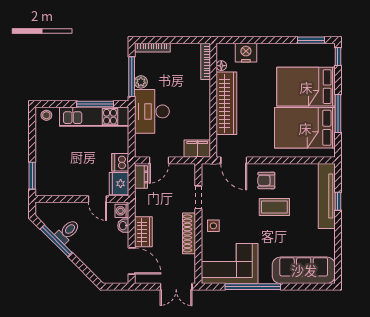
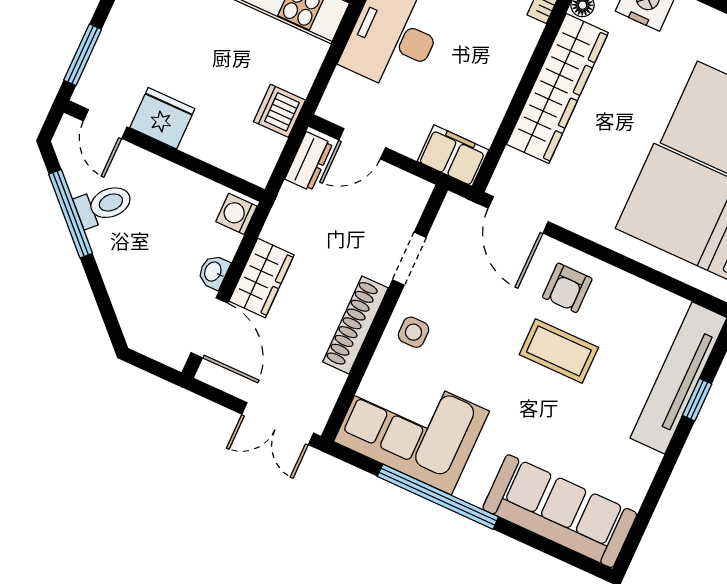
armchair: (266, 180) -> (567, 288), turned -90
fridge: (119, 184) -> (162, 118), moved, turned 90
door: (97, 199) -> (105, 124), moved
washbasin: (123, 226) -> (213, 272), moved

